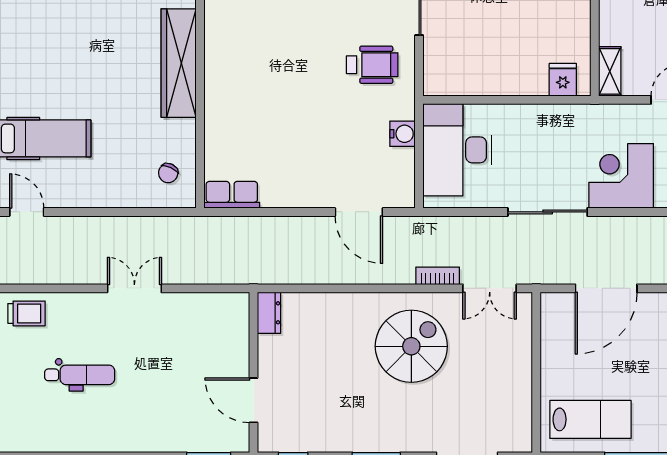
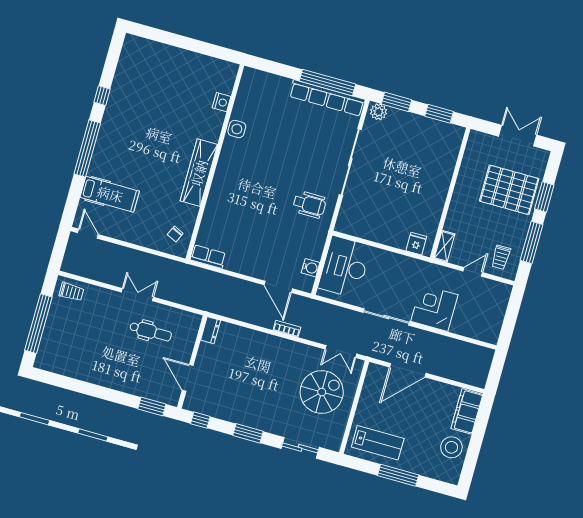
water cooler: (403, 134) -> (311, 268), moved
bookcase: (438, 276) -> (287, 329), moved
spiral stairs: (411, 346) -> (322, 392), moved
dental chair: (80, 375) -> (151, 331), moved

